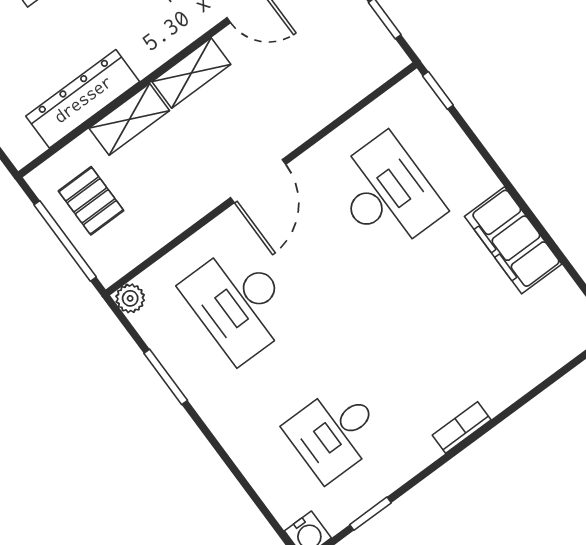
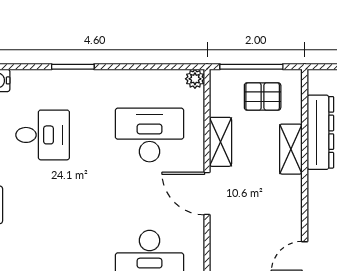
shelving: (191, 73) -> (220, 142), moved
window: (166, 377) -> (73, 67), moved
desk: (335, 433) -> (43, 135), turned 90

